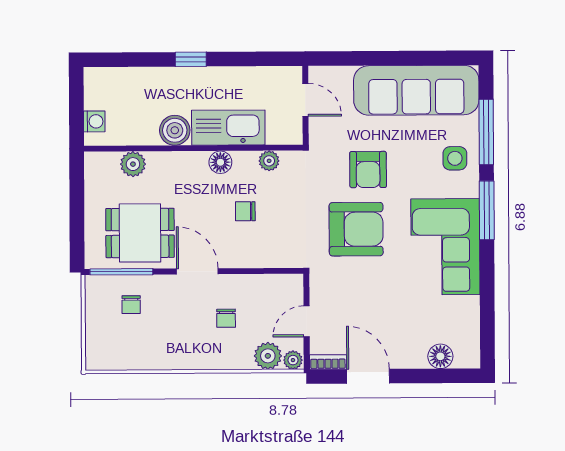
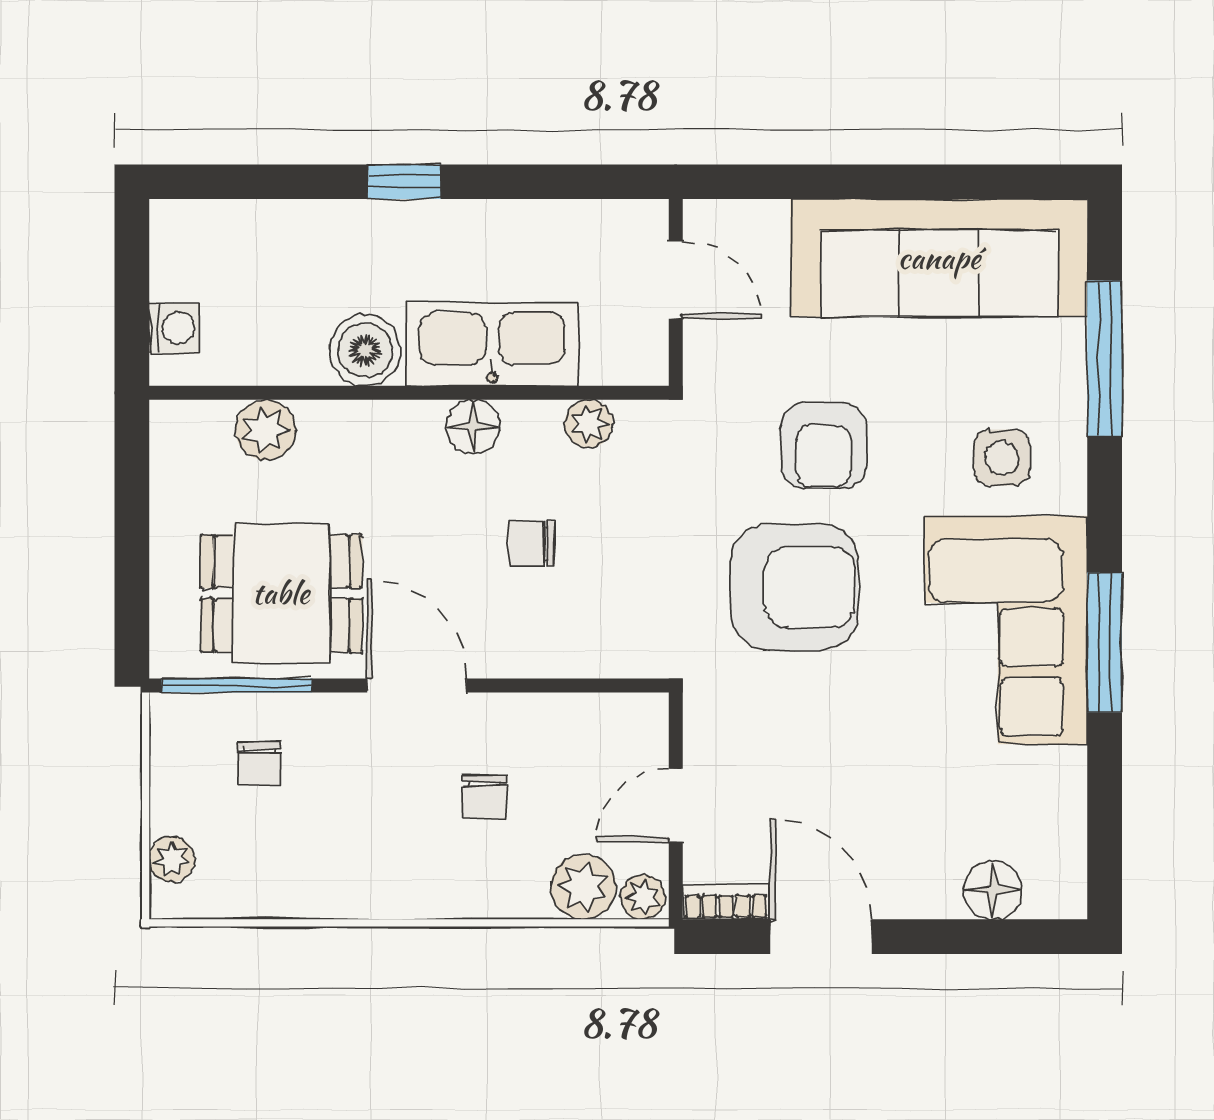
side table: (455, 158) -> (1002, 458), moved
window: (487, 210) -> (1105, 642), moved
plant: (94, 345) -> (172, 859), added

